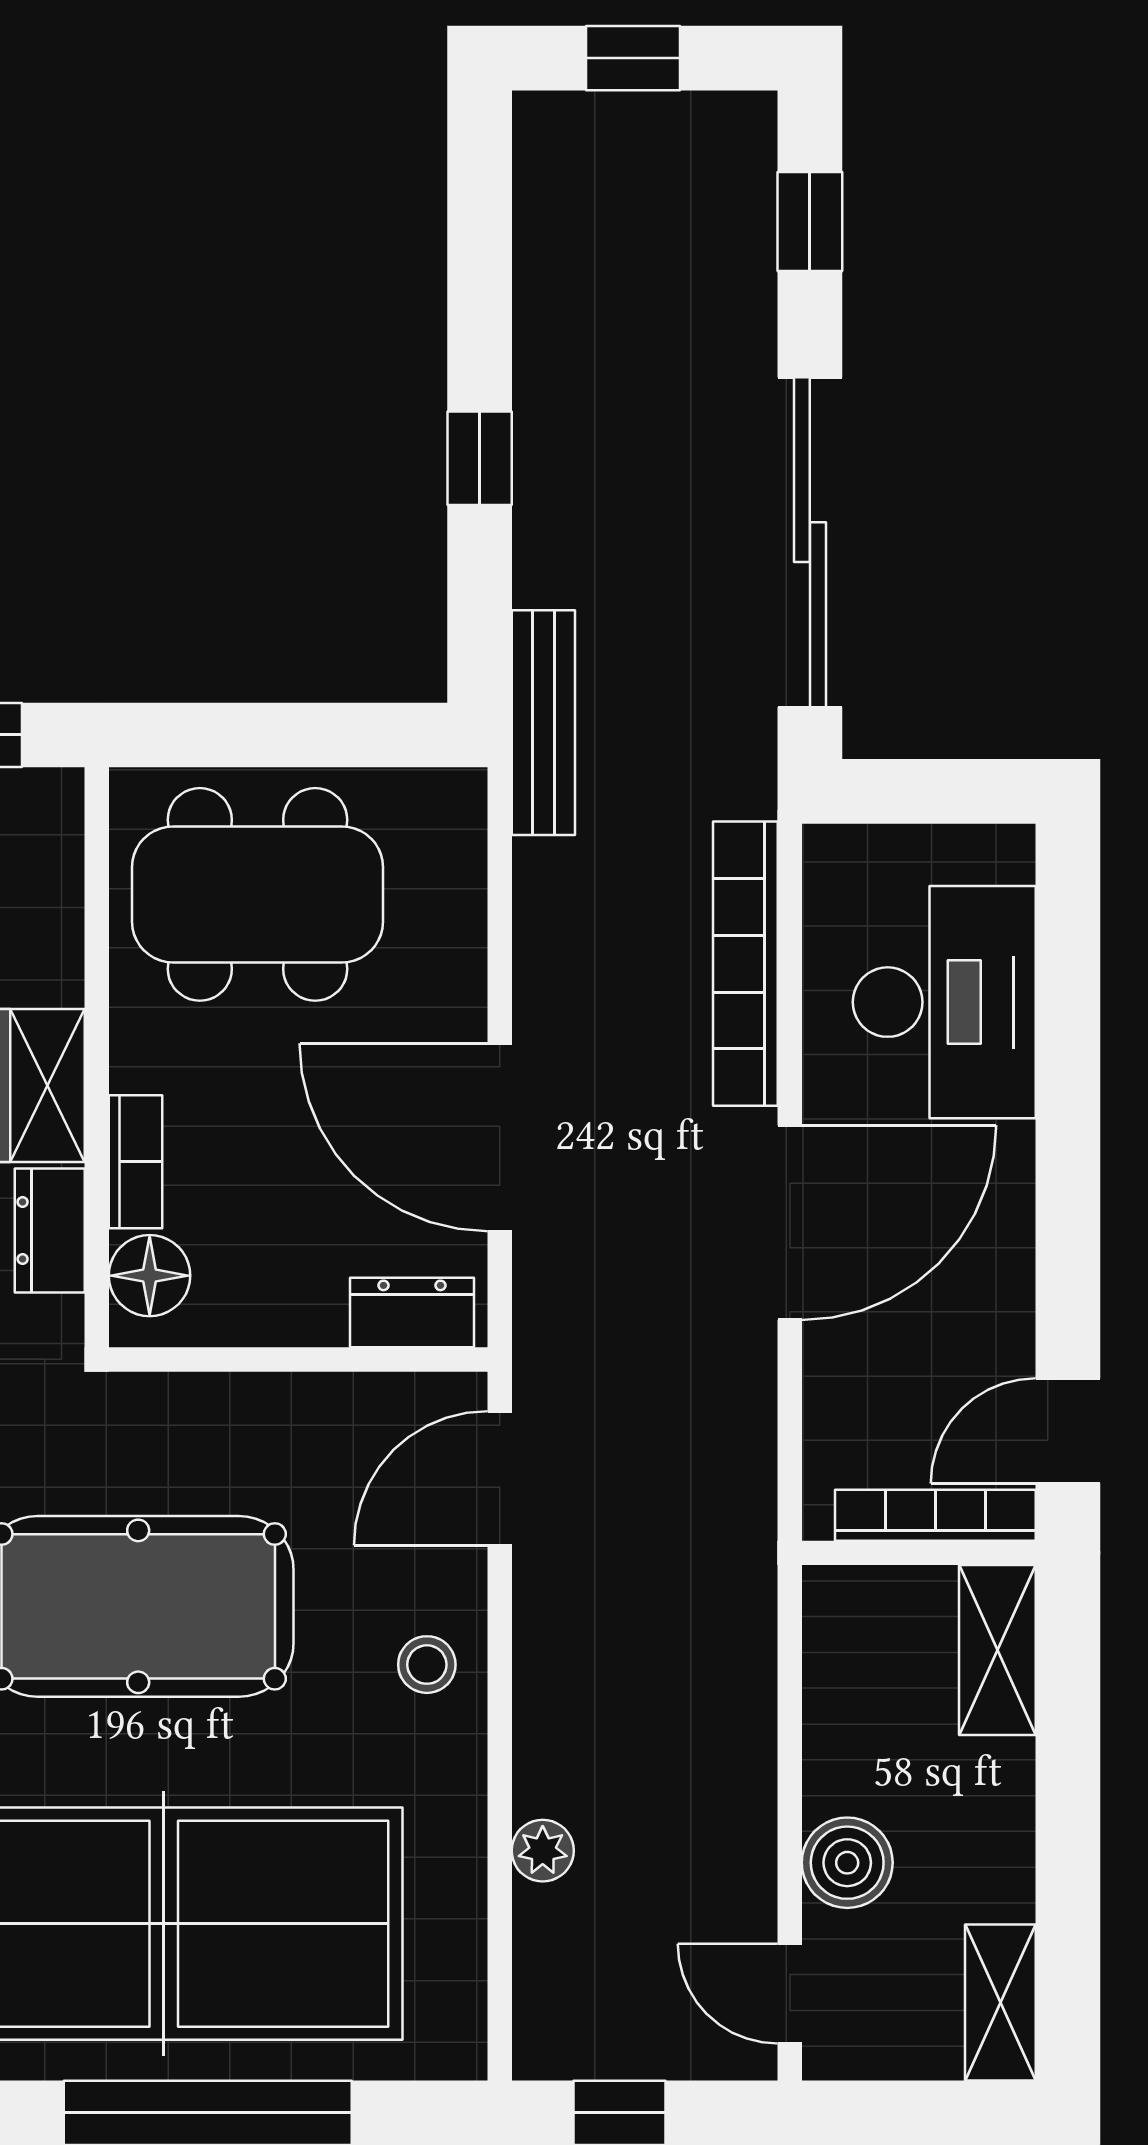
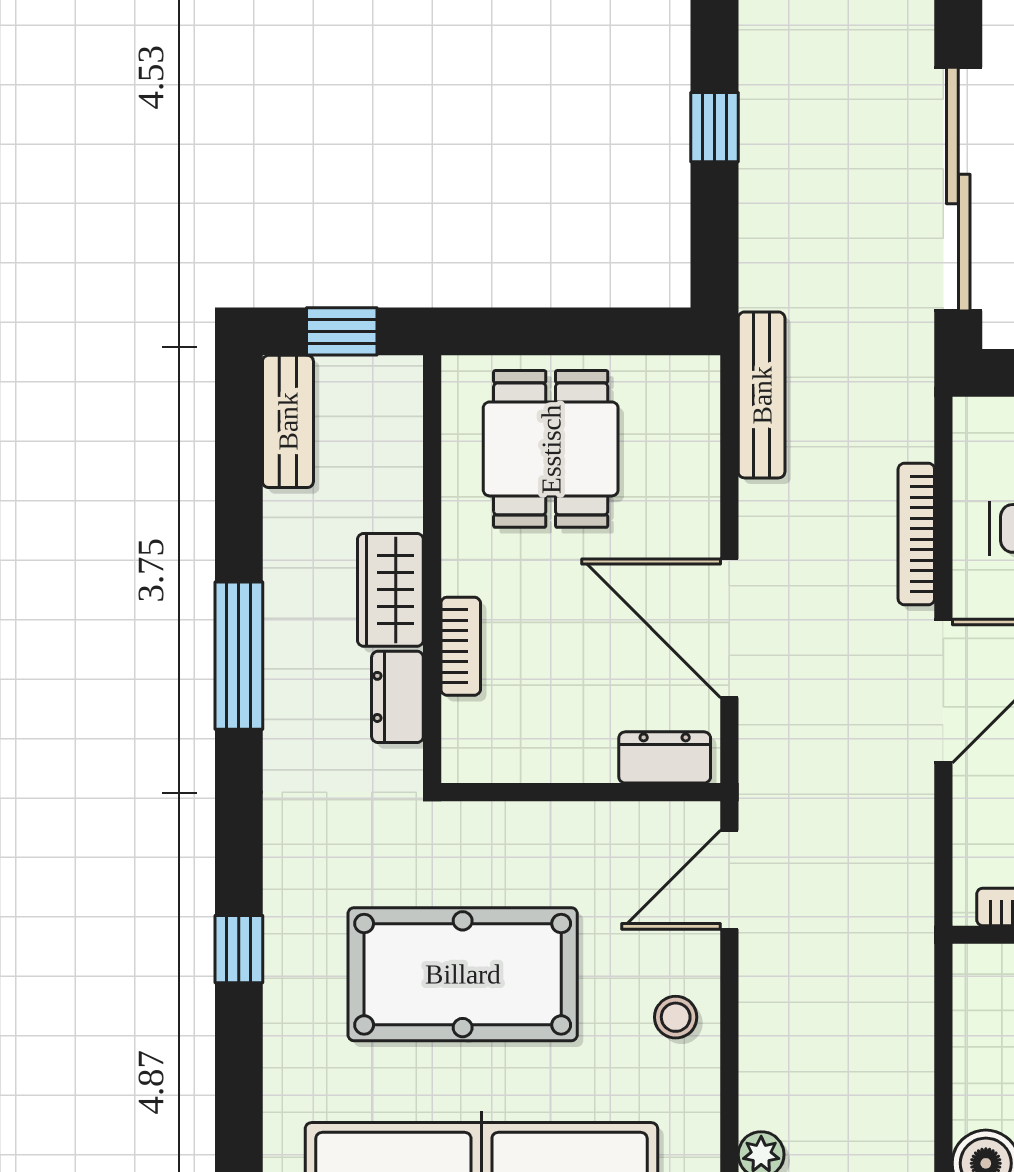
bench: (543, 723) -> (762, 395), moved
dining table: (257, 894) -> (551, 449), width x0.73
bookcase: (745, 964) -> (916, 534), width x0.68, depth x0.76
floor lamp: (150, 1276) -> (471, 730), removed

